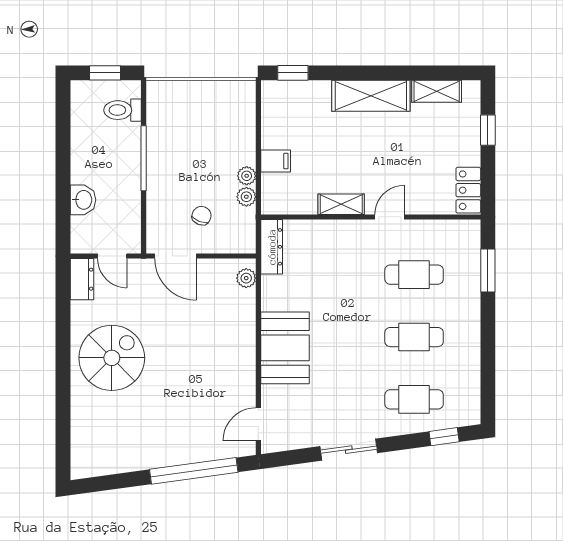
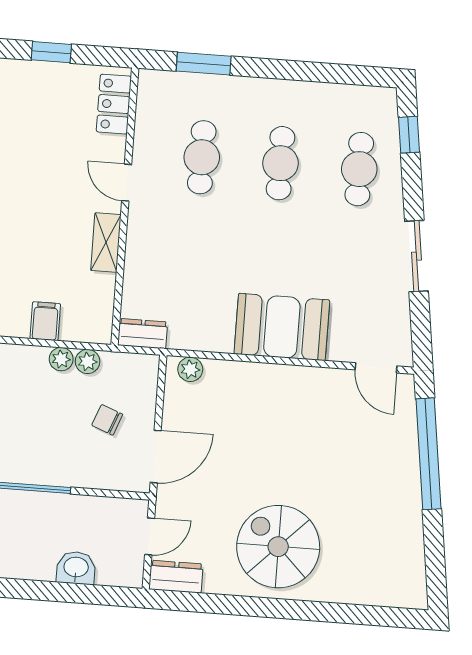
window: (488, 130) -> (51, 52), moved
locker: (468, 190) -> (114, 104), moved, turned 90
dresser: (272, 247) -> (143, 334), width x0.70

